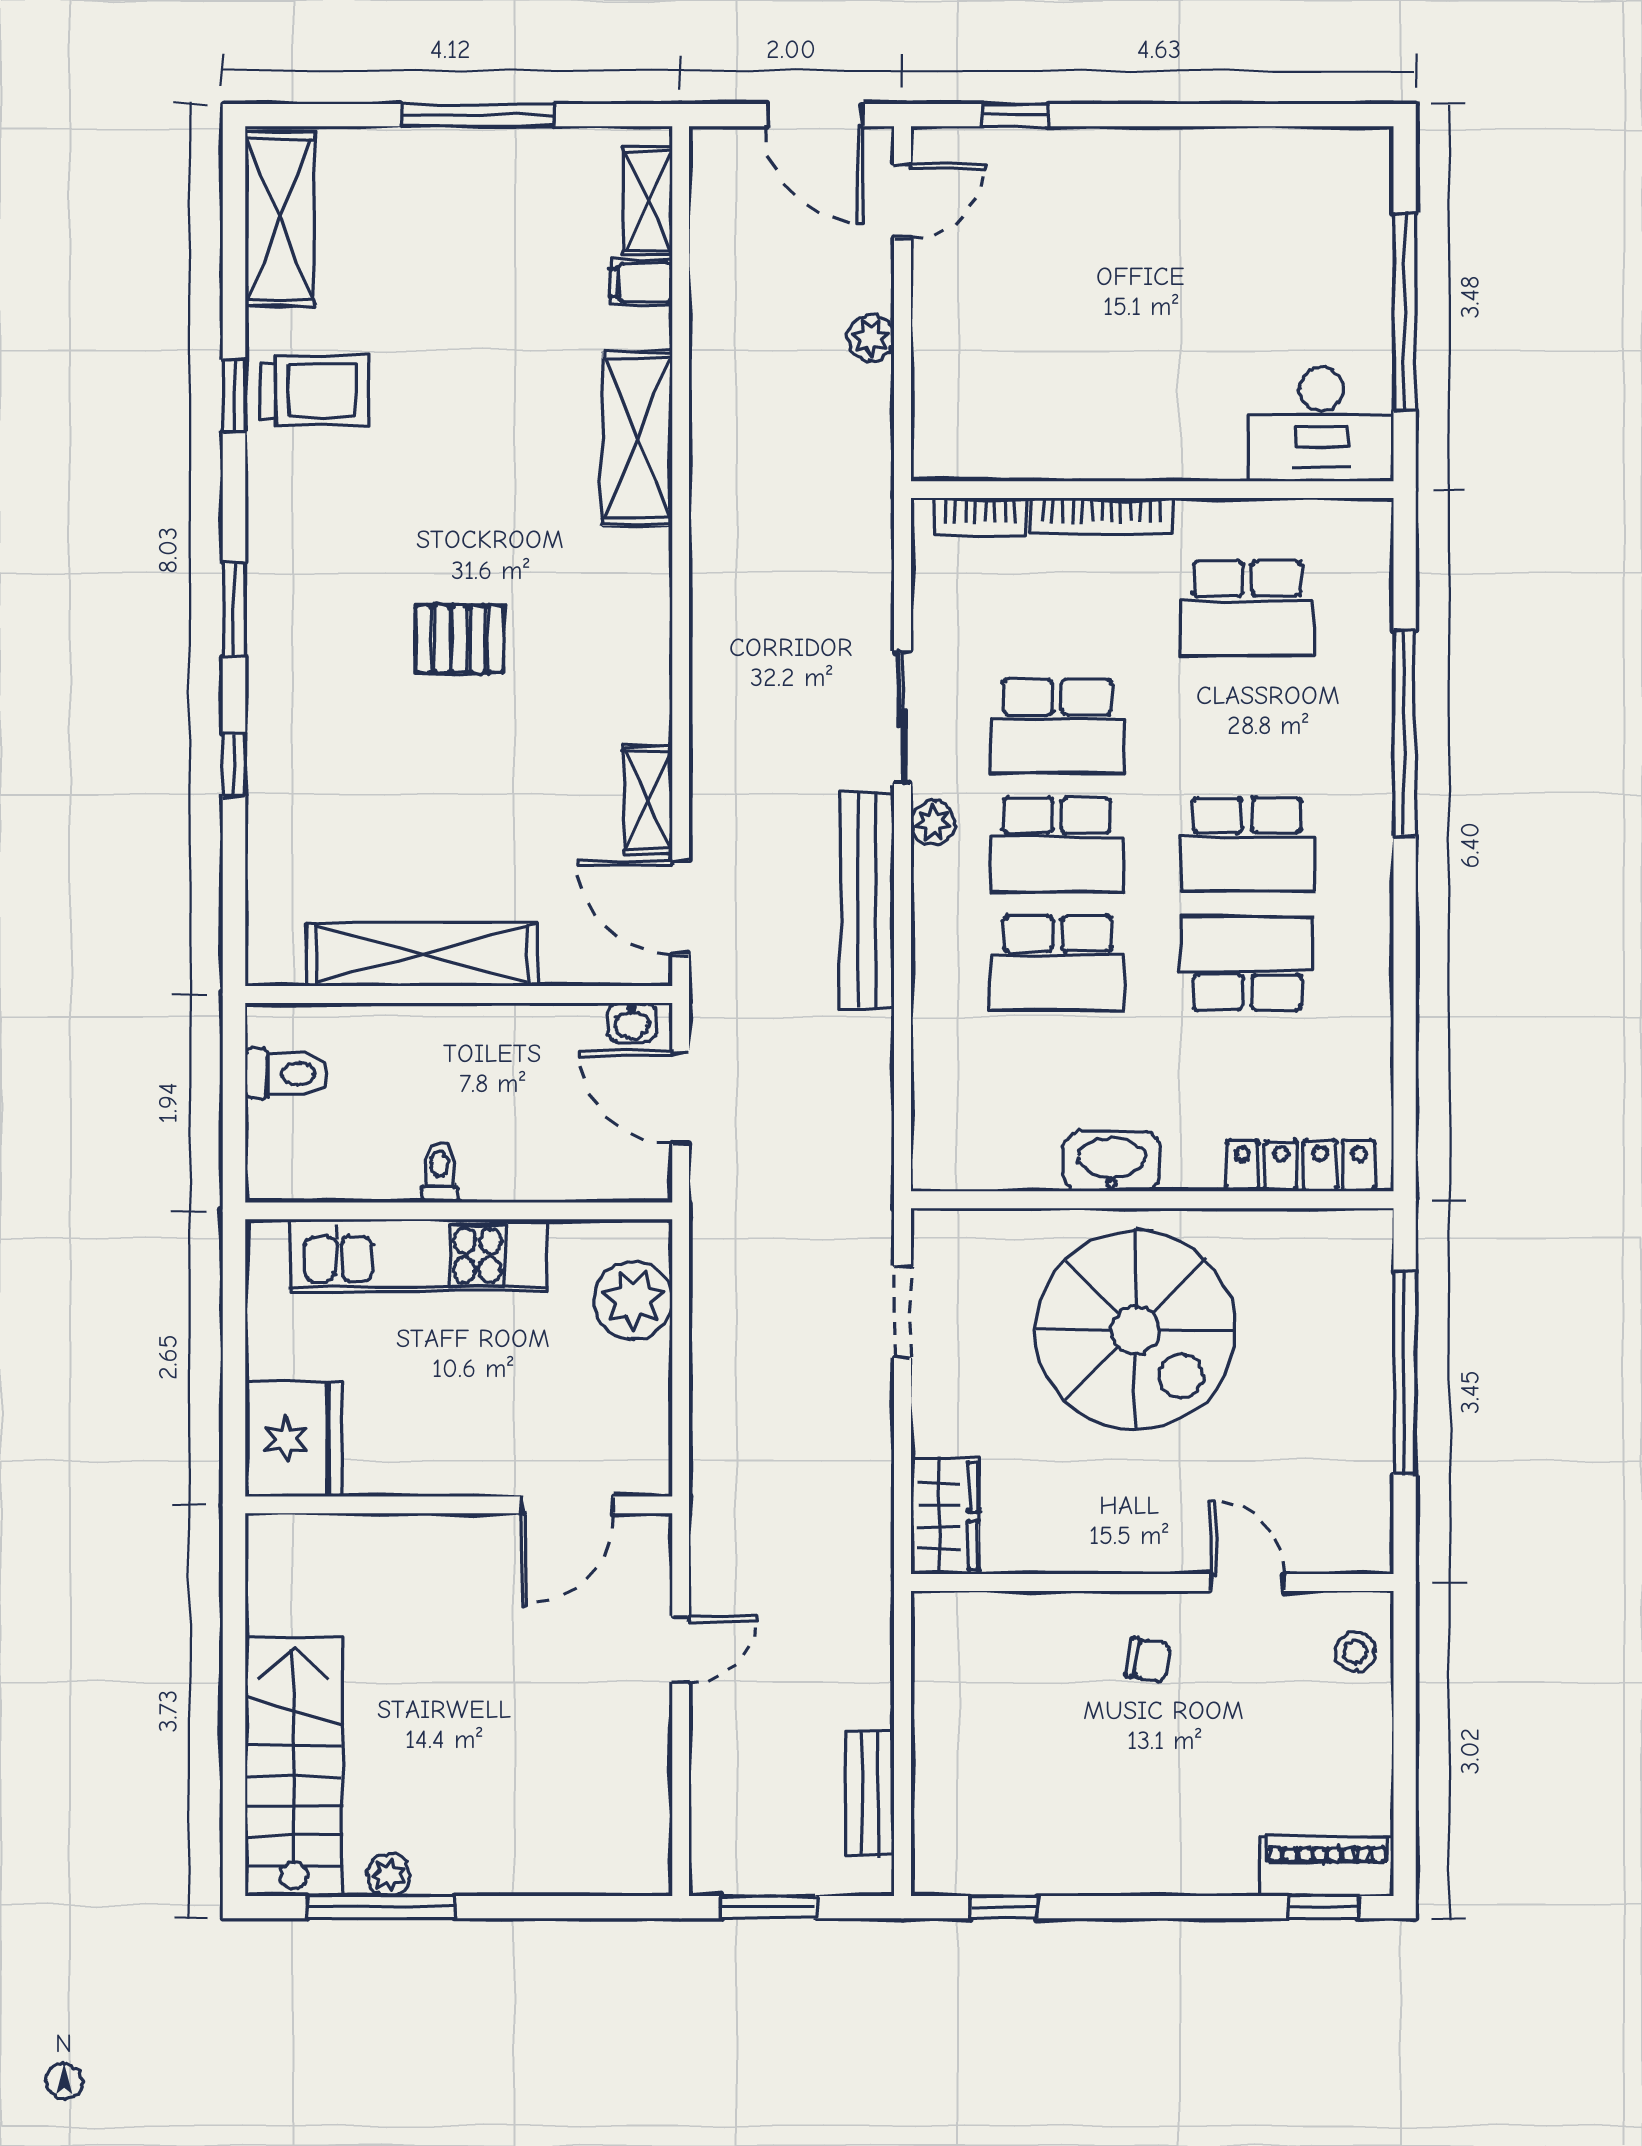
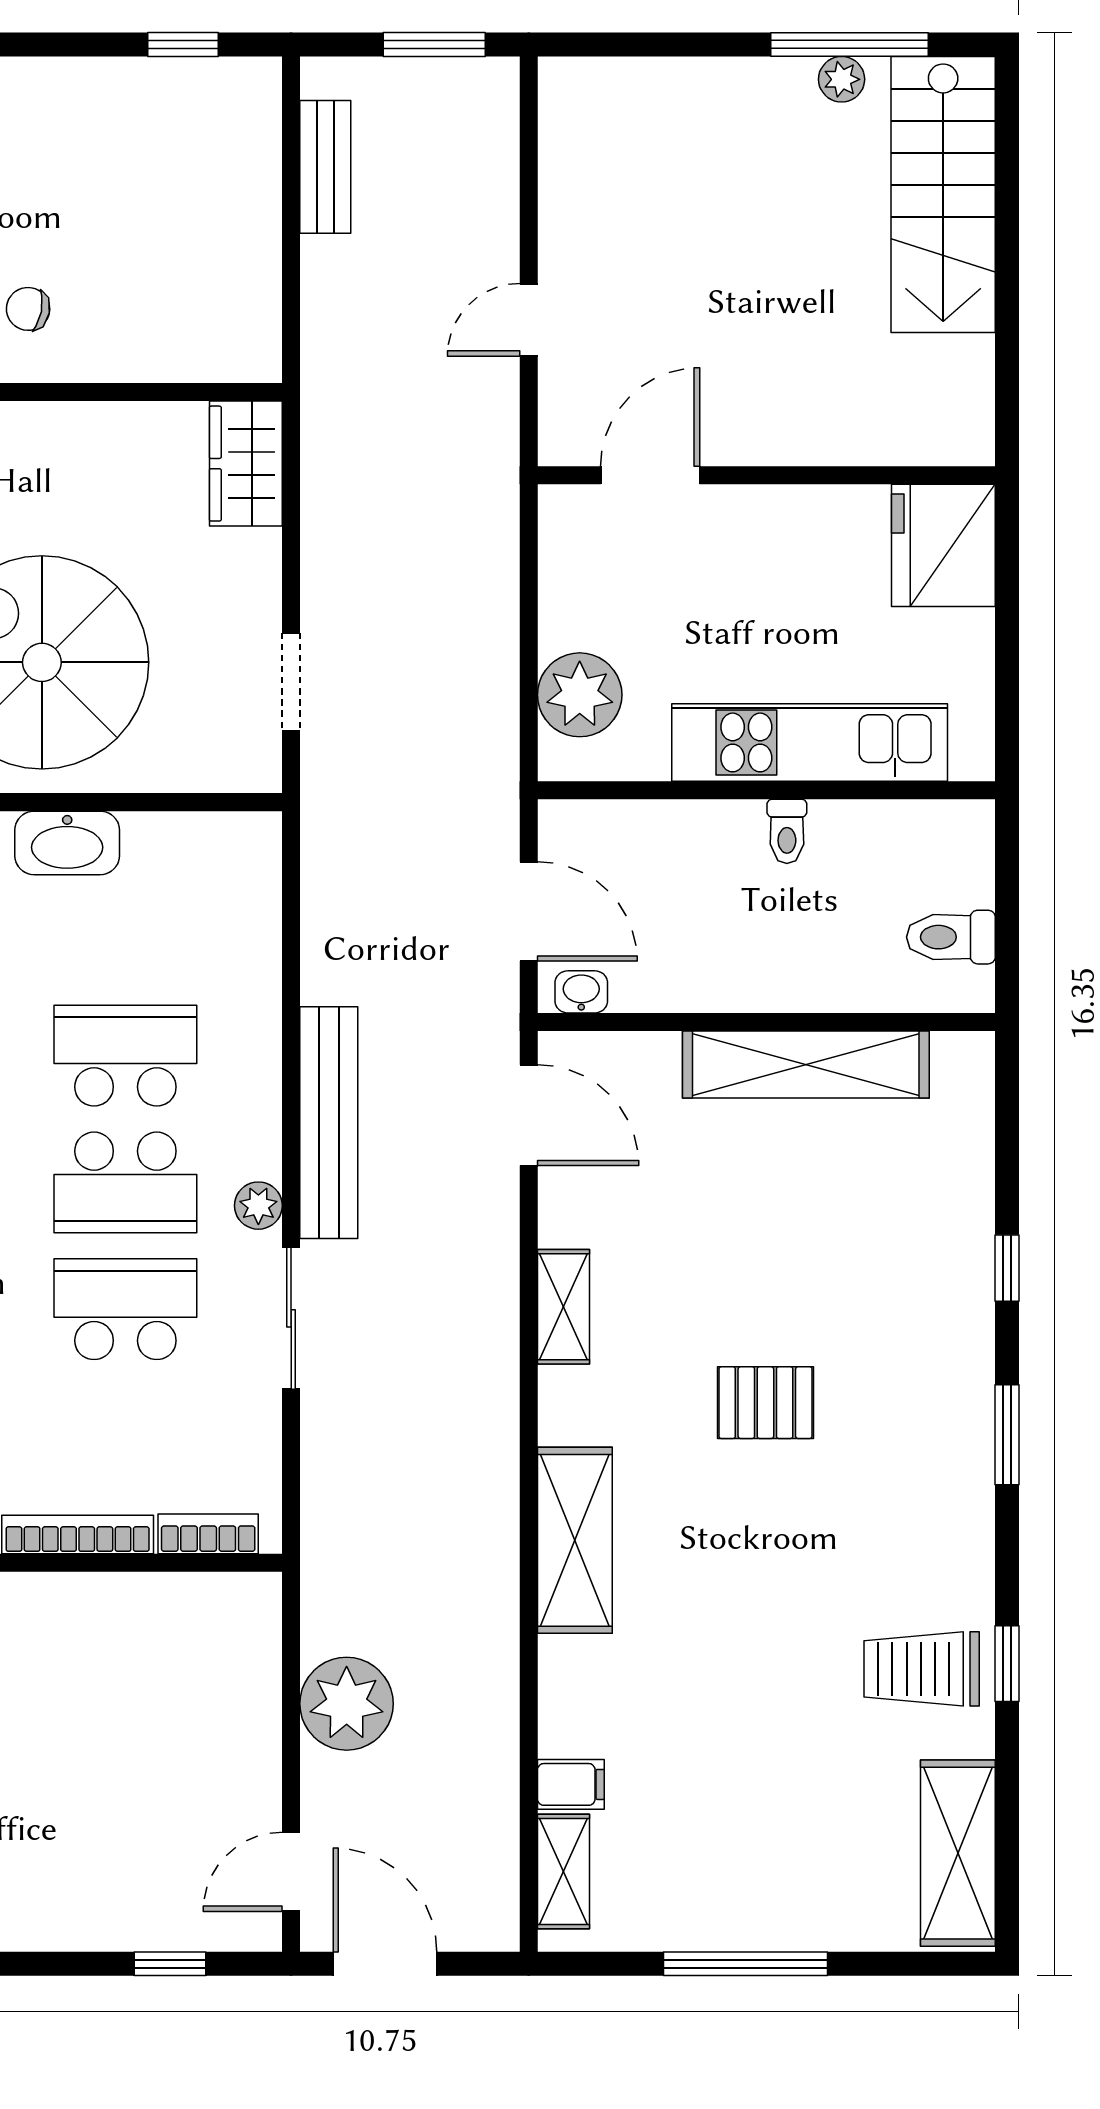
plant: (871, 338) -> (347, 1704), width x1.88, depth x1.88
shelving: (637, 439) -> (575, 1540), moved
shelving: (648, 800) -> (563, 1307), moved
school desk: (1057, 845) -> (125, 1182), turned 180

